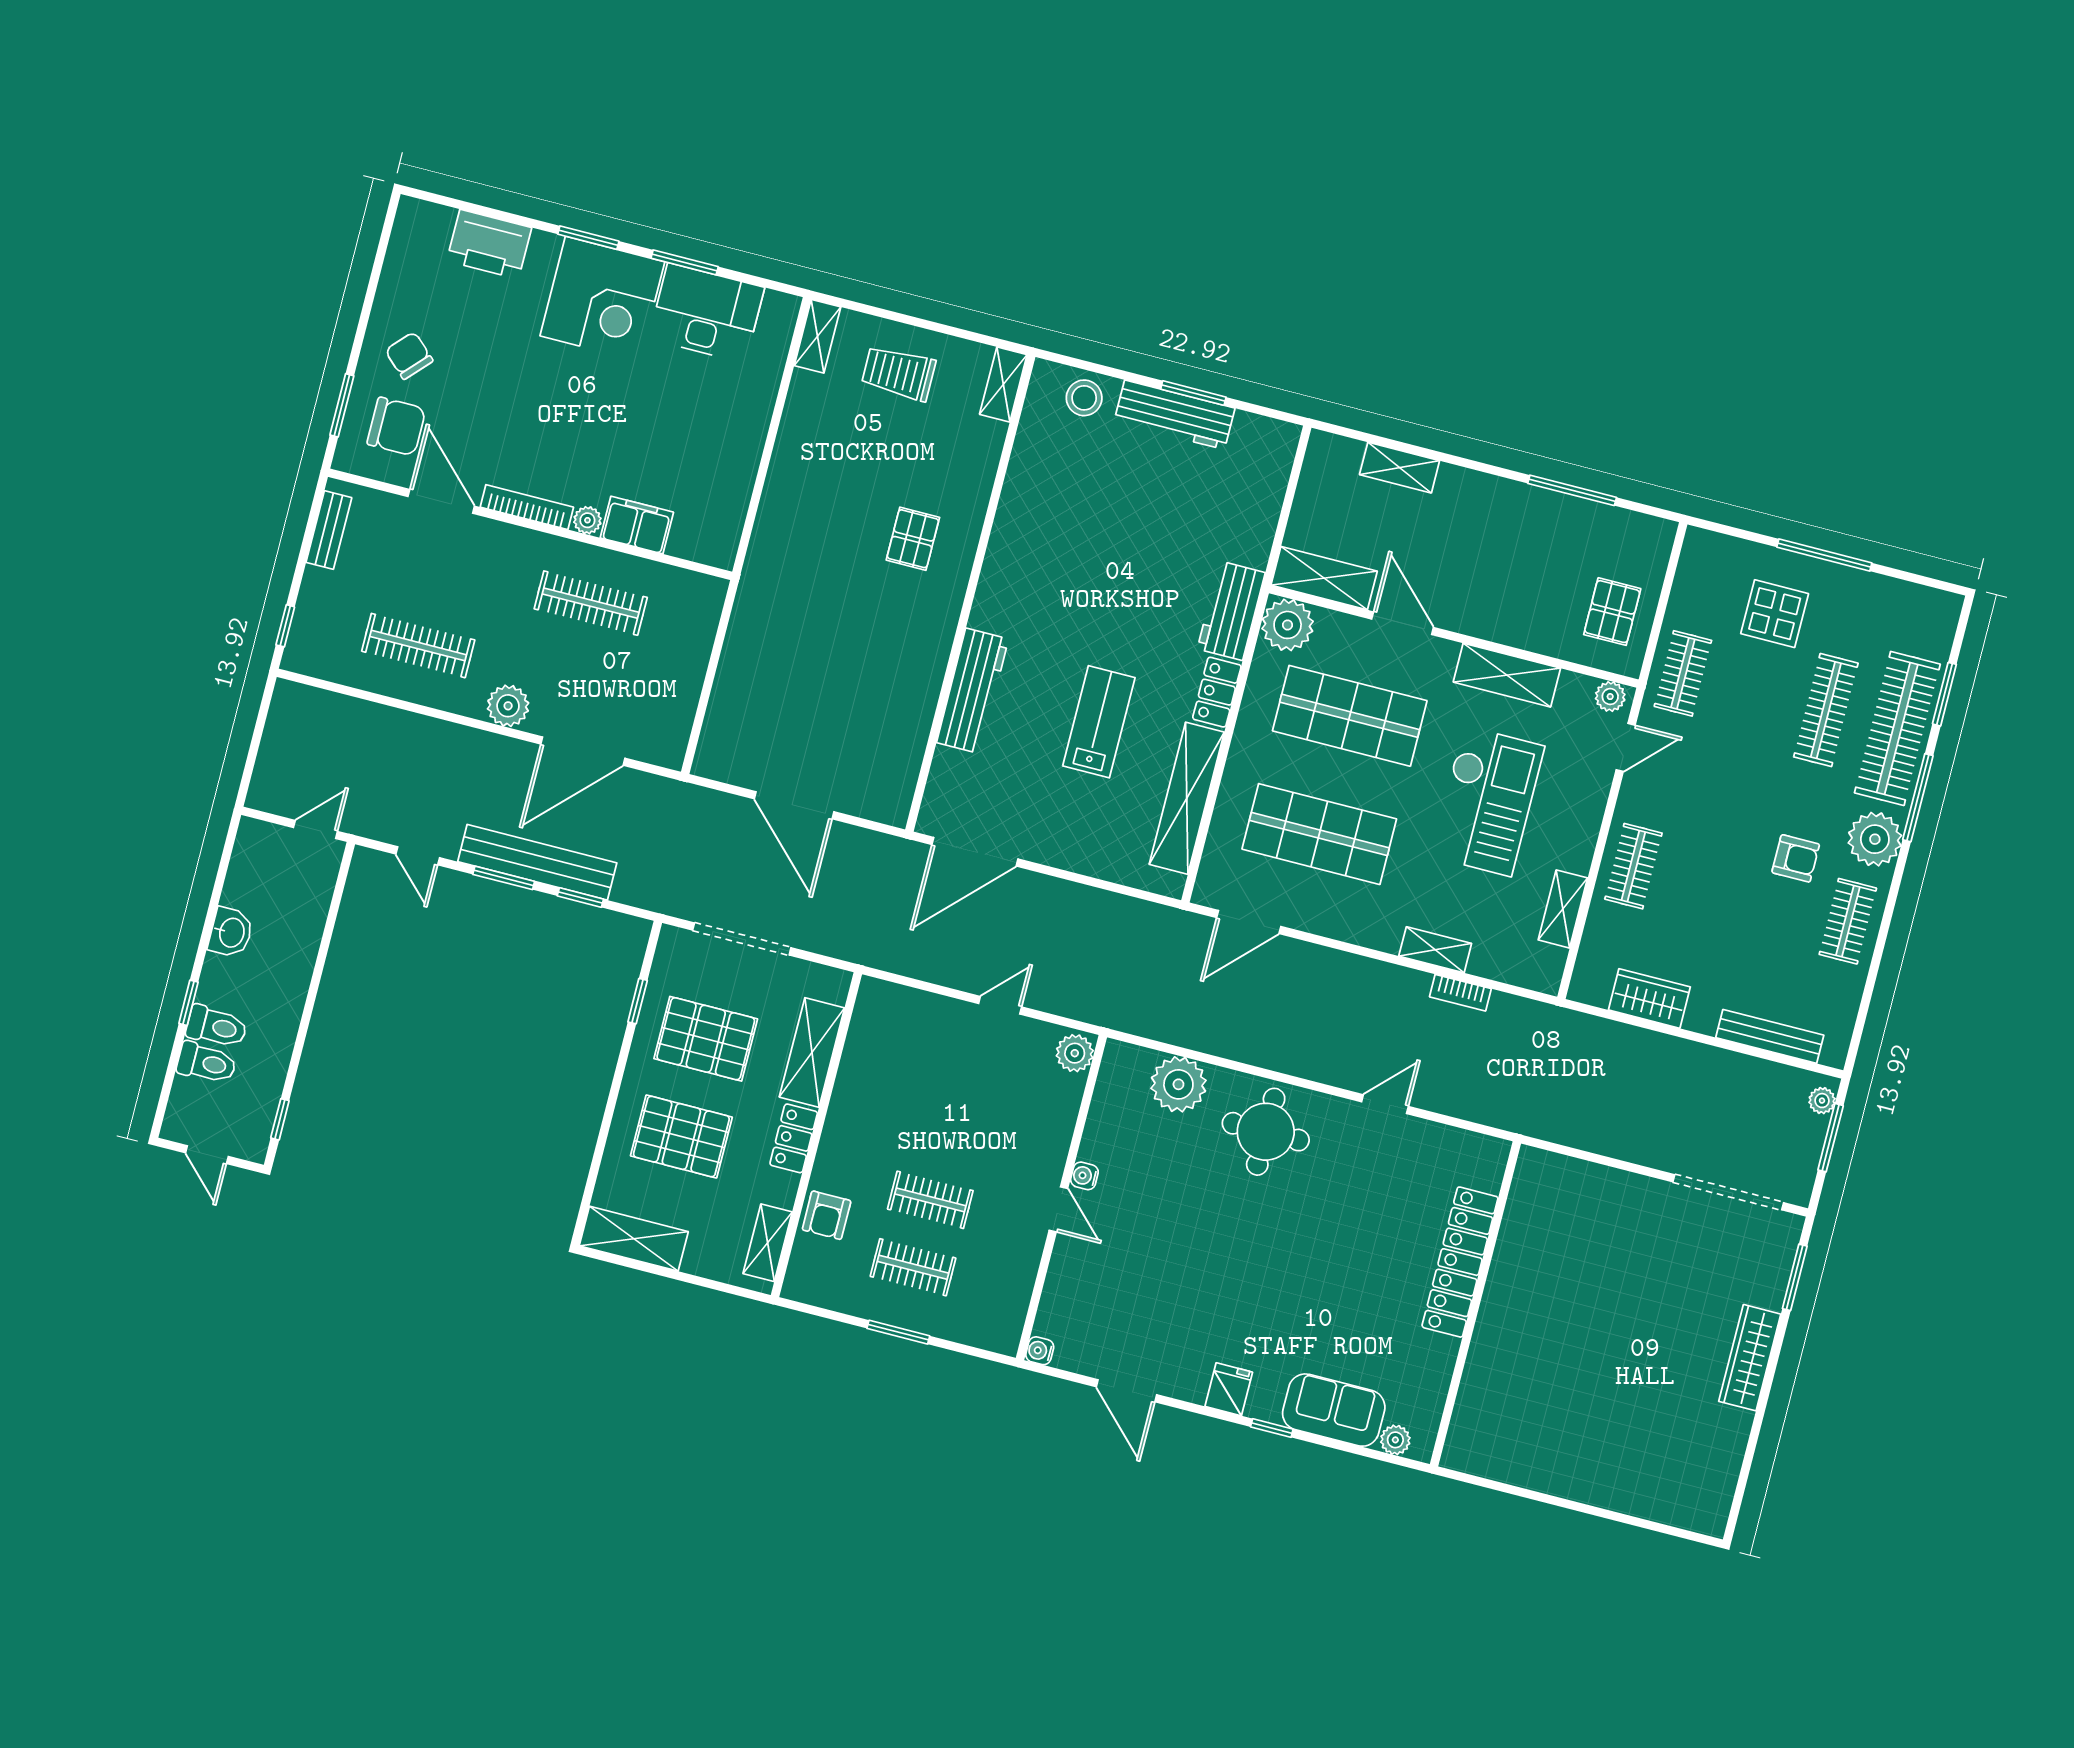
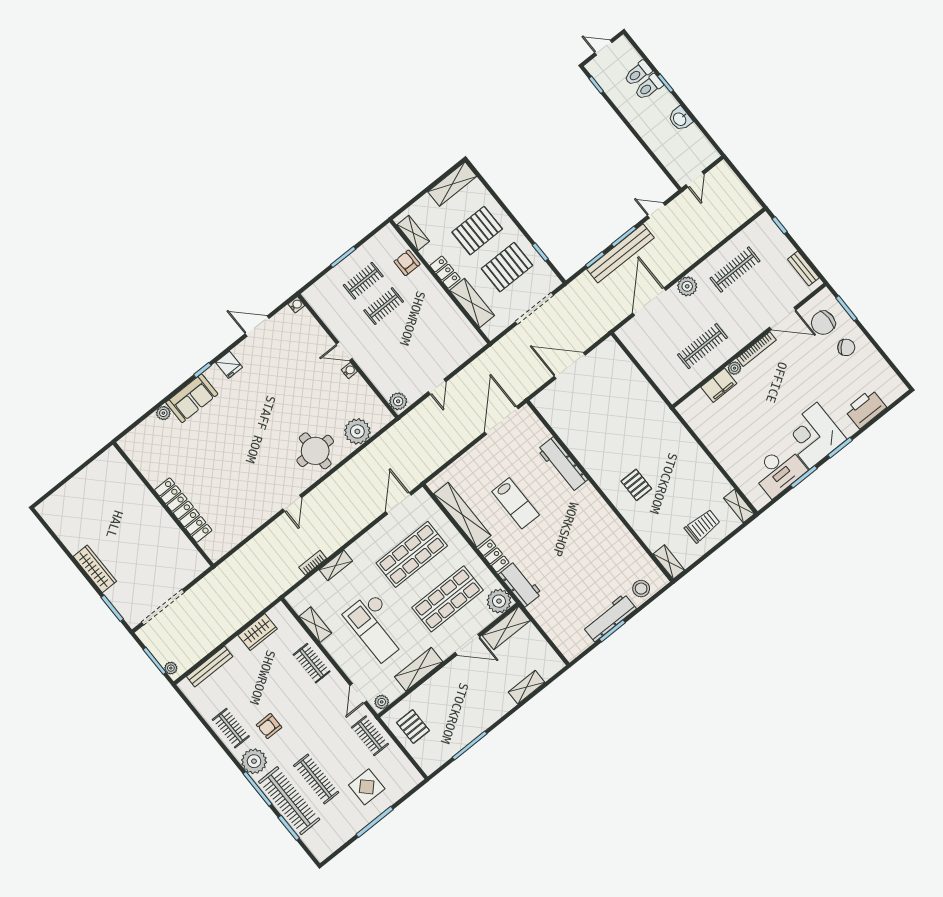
locker: (1460, 1262) -> (183, 510), moved
wall: (1475, 1304) -> (163, 504), moved

